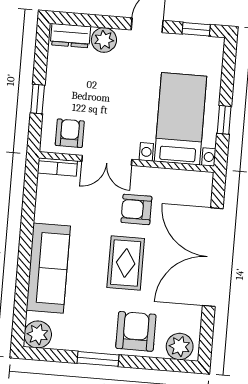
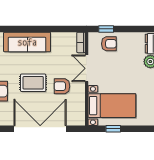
window: (38, 99) -> (106, 29), moved
armchair: (70, 133) -> (109, 44), moved
armchair: (136, 209) -> (62, 86), turned -90

